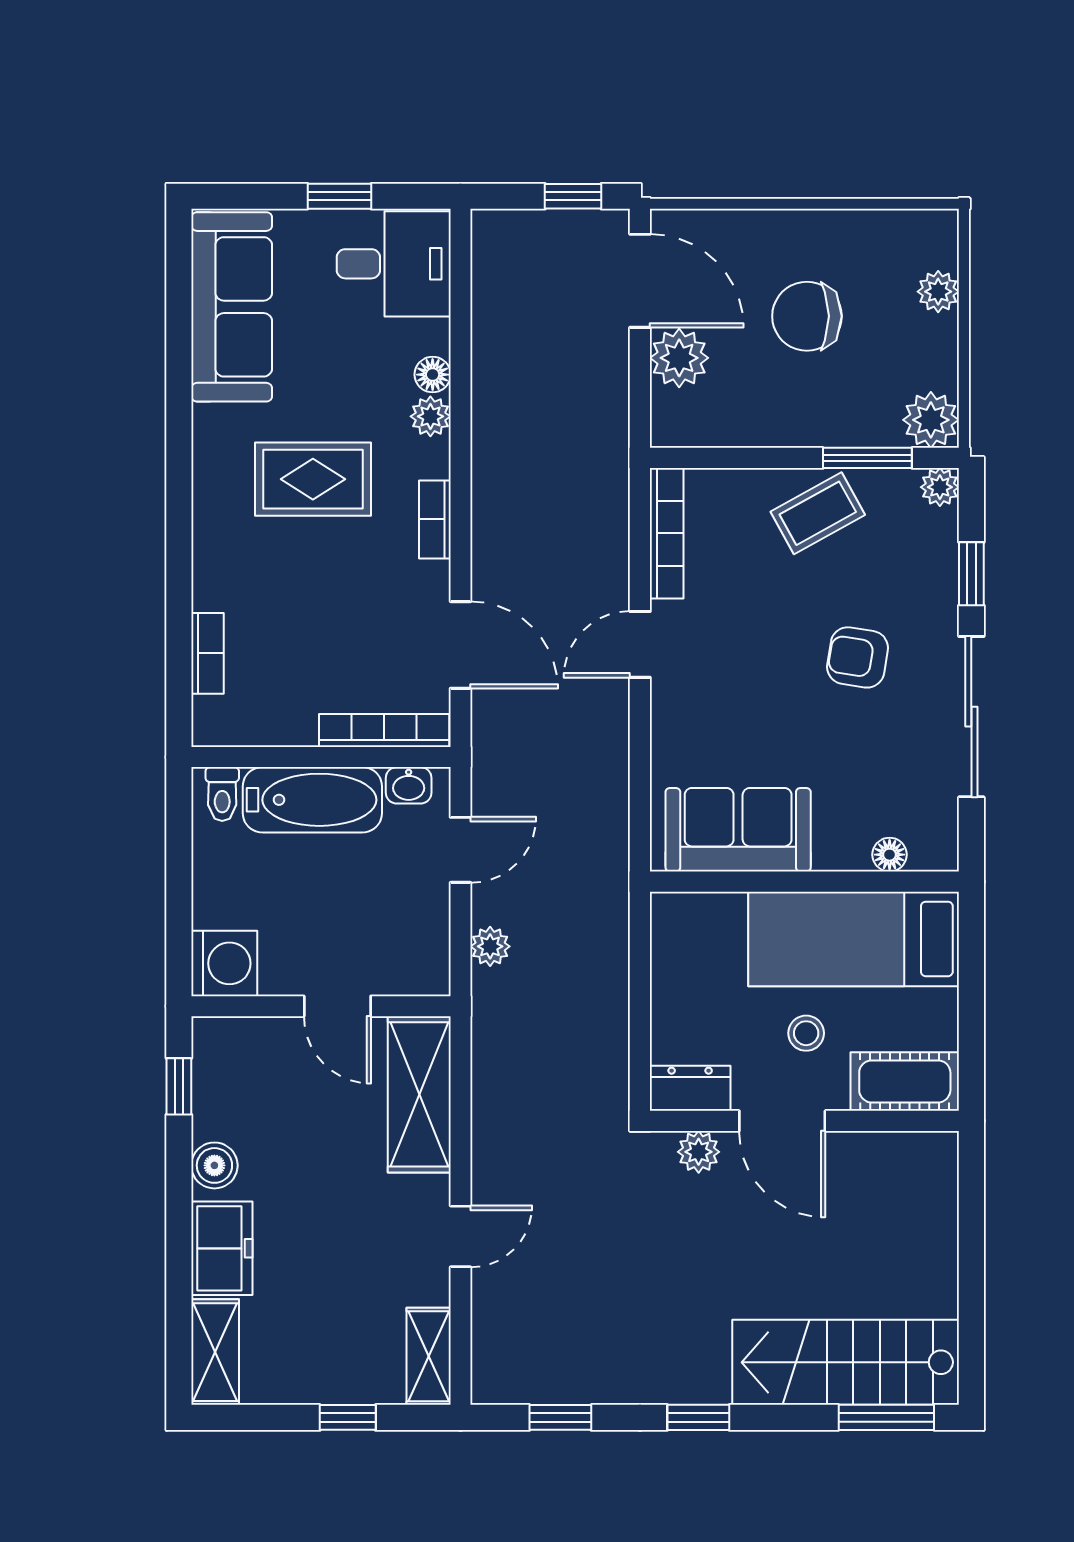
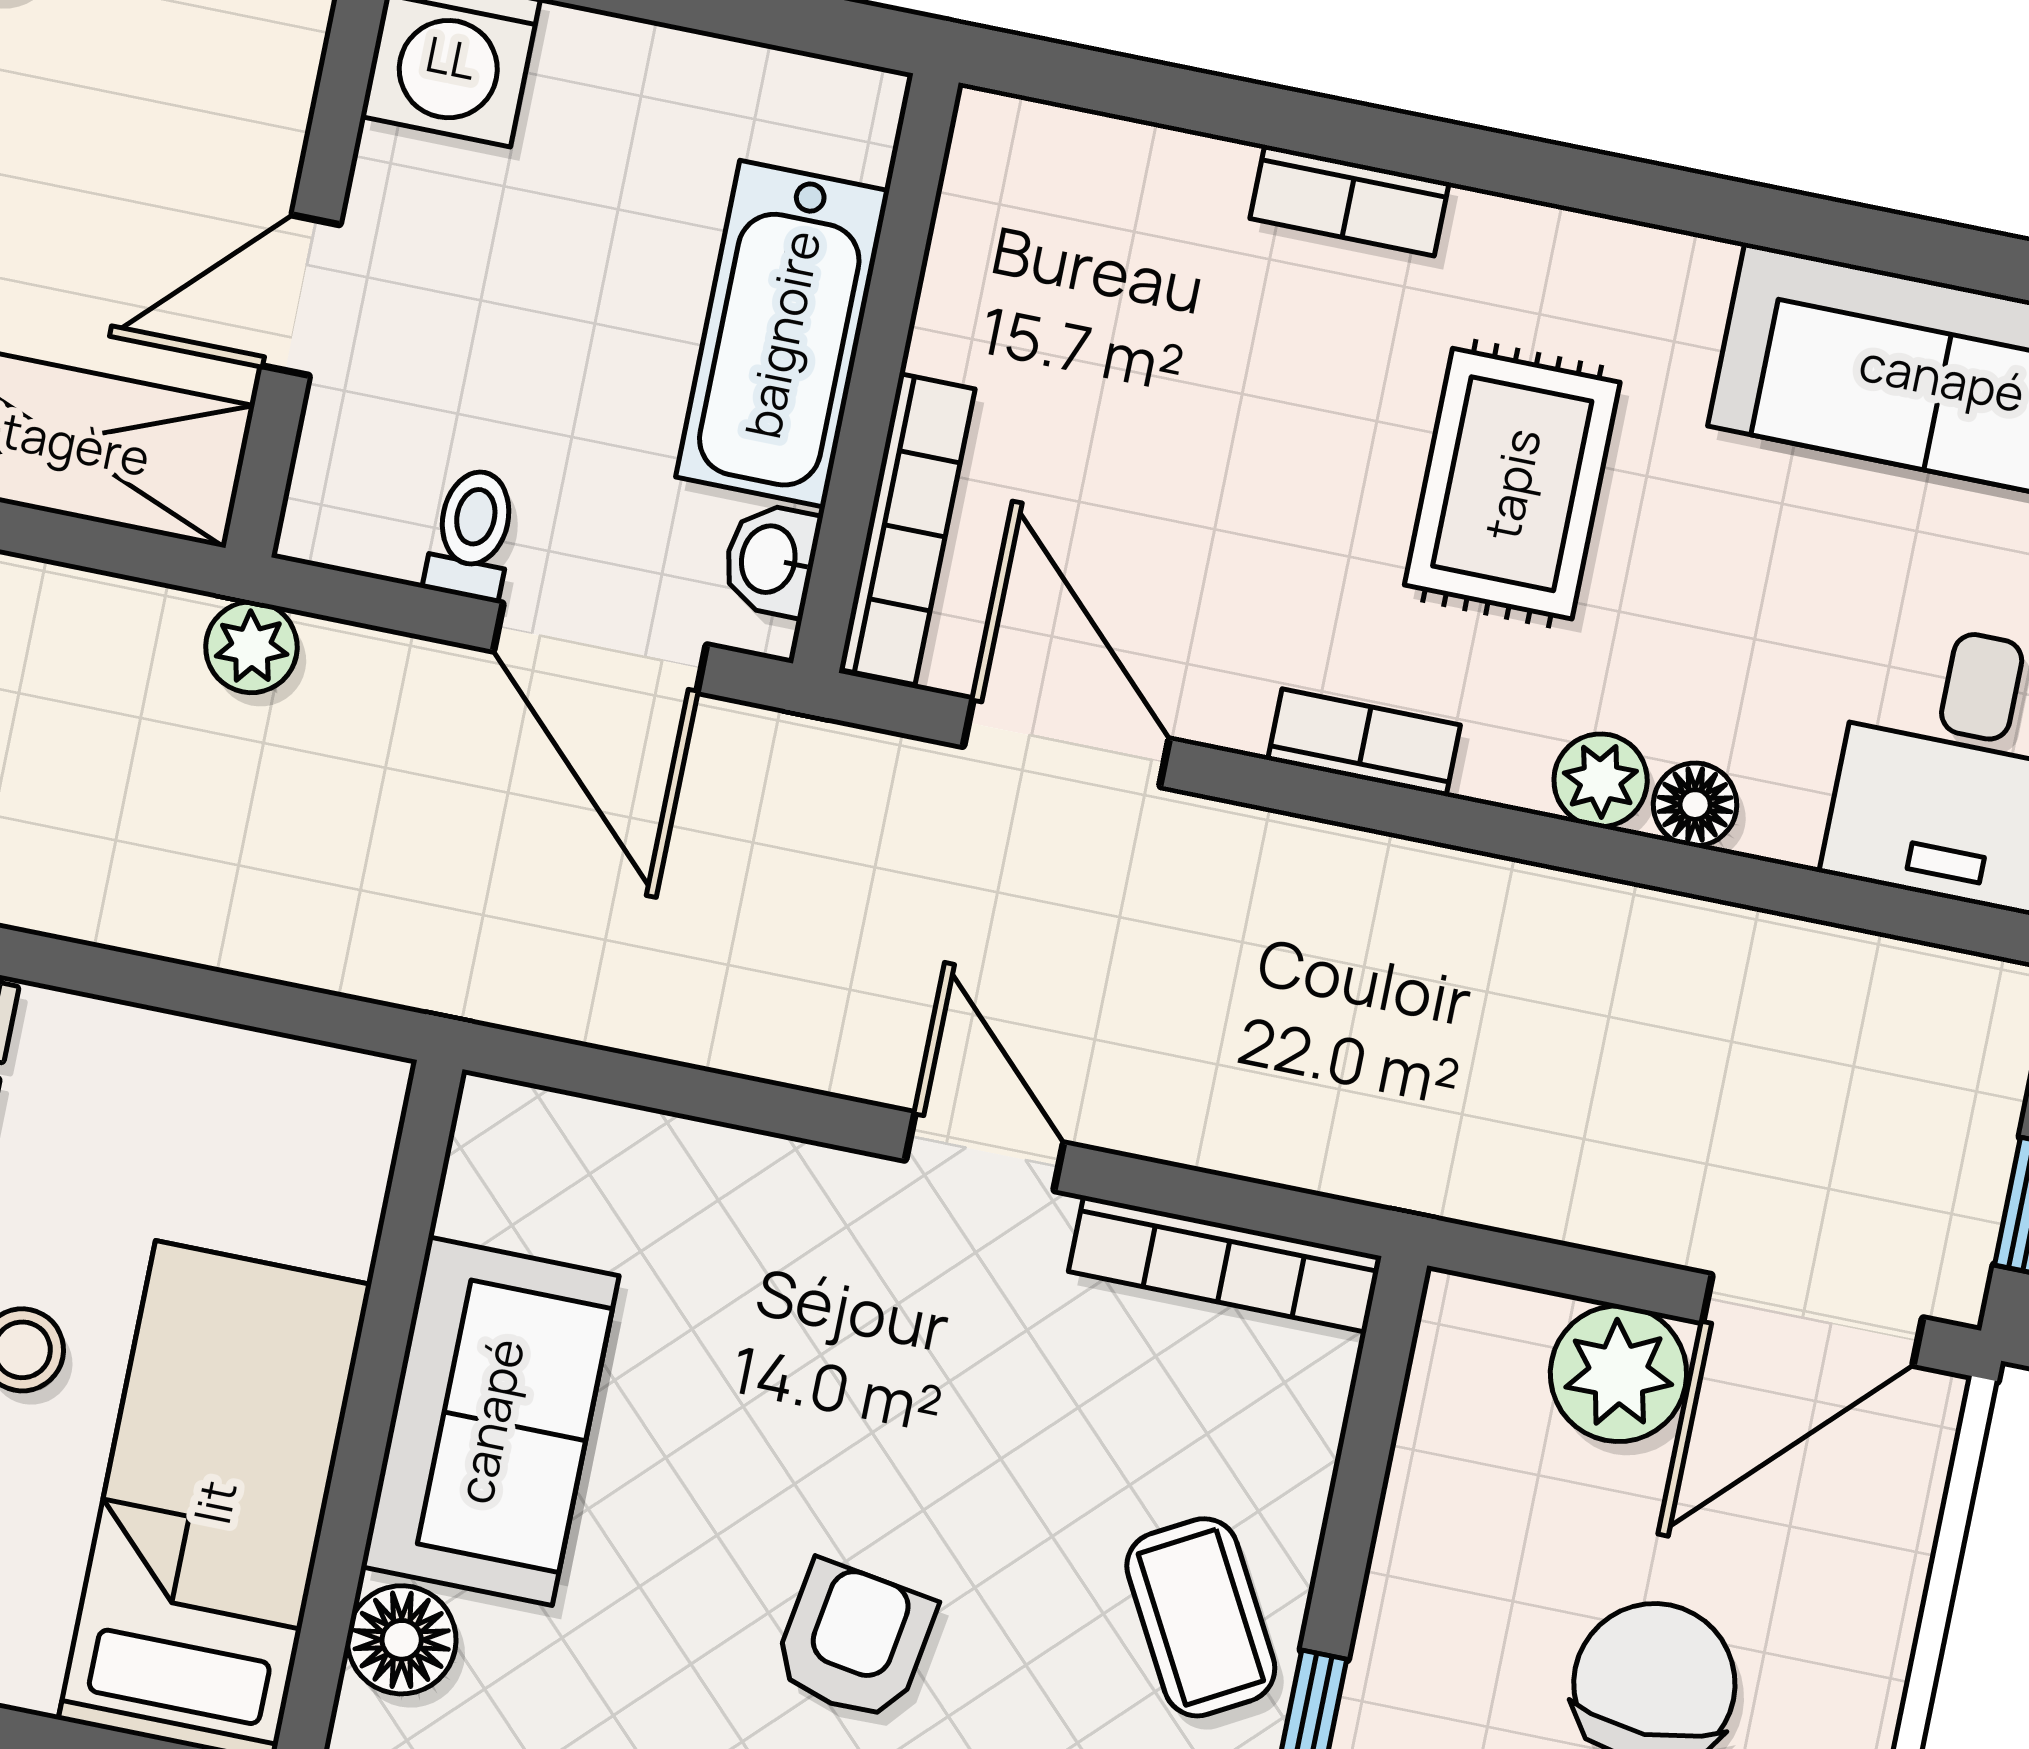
door: (460, 645) -> (1066, 743), swing flipped
bookcase: (208, 653) -> (1349, 200), moved
toilet: (222, 794) -> (472, 534), moved, turned 90
sofa: (738, 830) -> (490, 1421), moved
door: (460, 850) -> (600, 648), width x1.38
floor lamp: (890, 855) -> (402, 1640), width x1.37, depth x1.37
plant: (490, 946) -> (251, 647), moved

